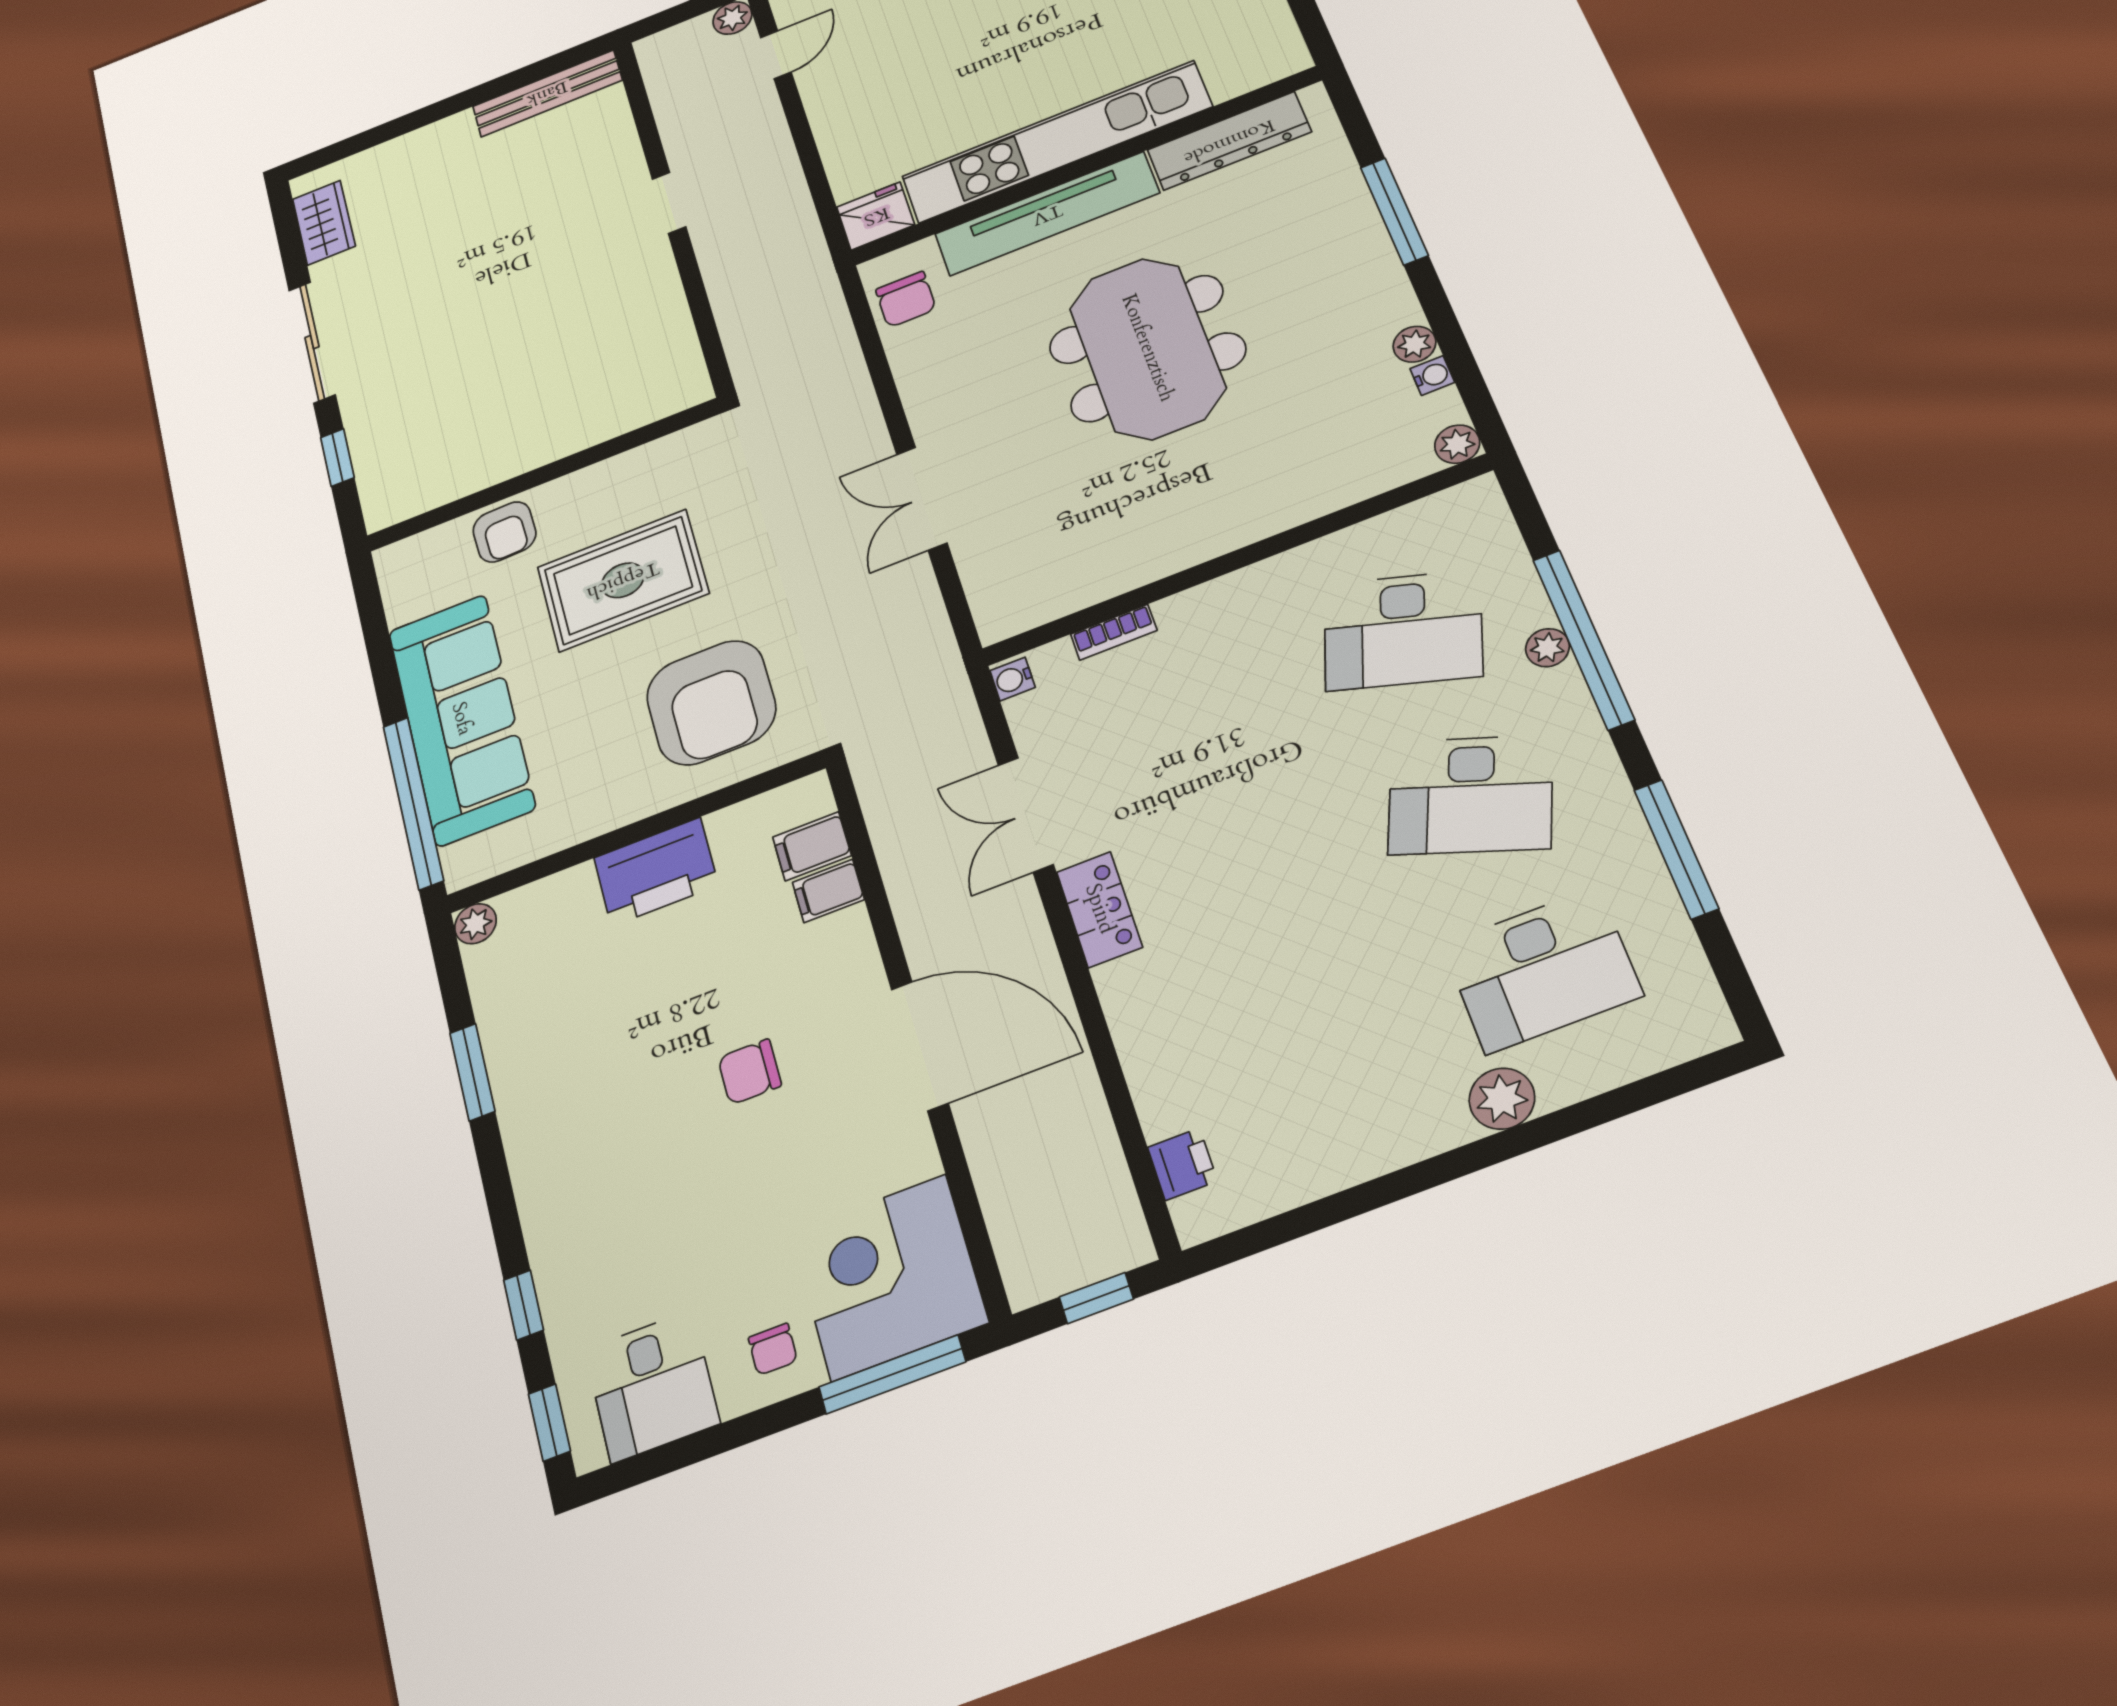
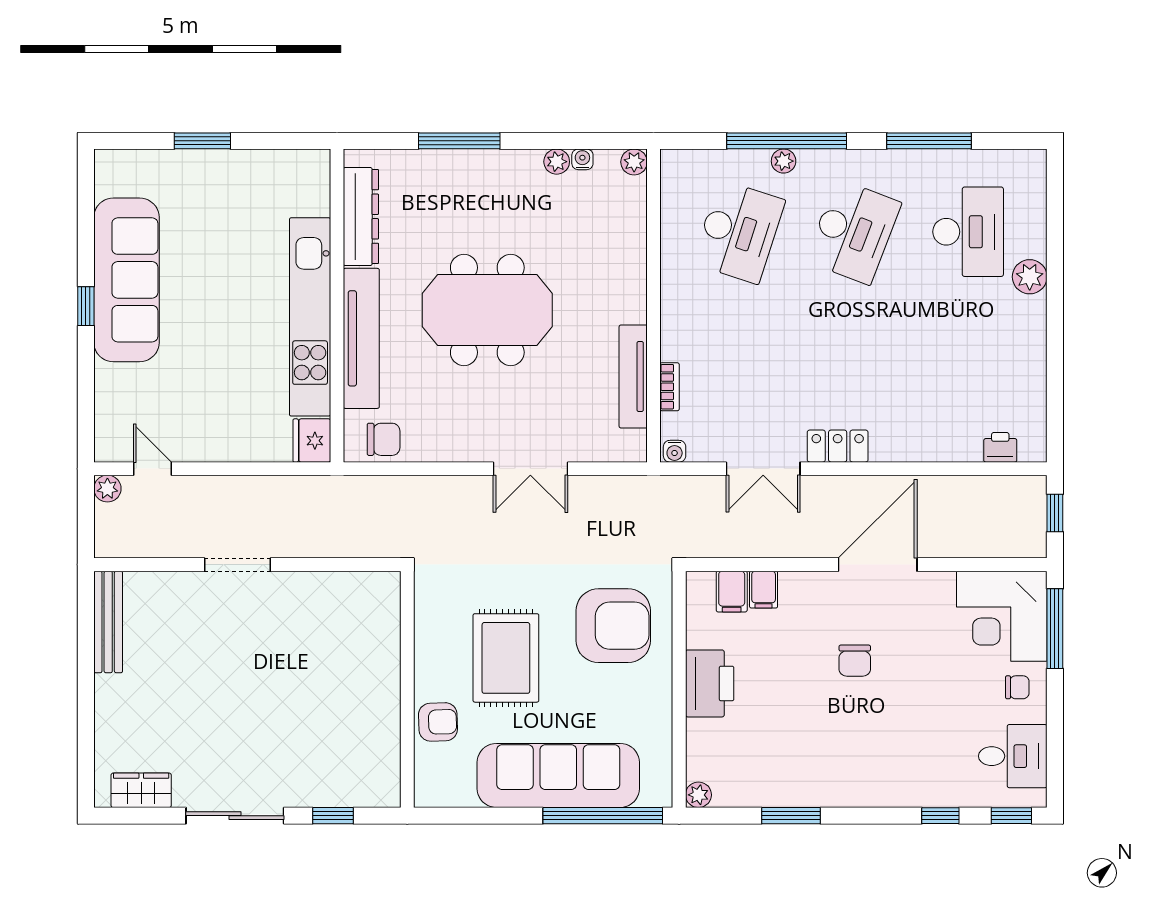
doorway: (669, 203) -> (238, 565), width x1.38
tv unit: (1113, 577) -> (633, 376), added

